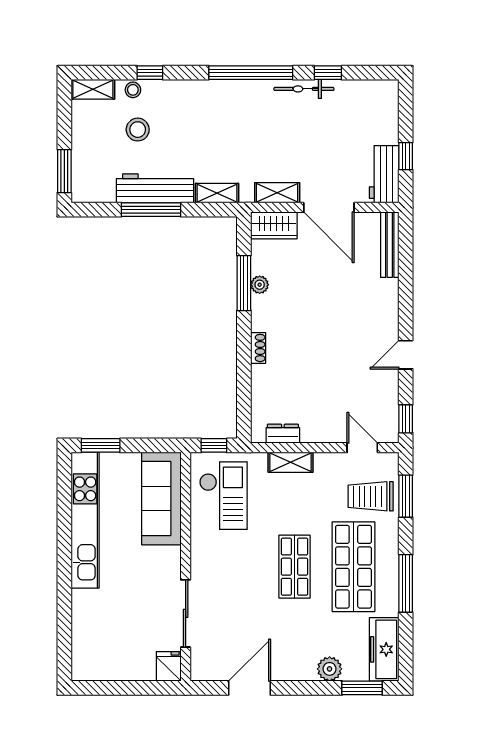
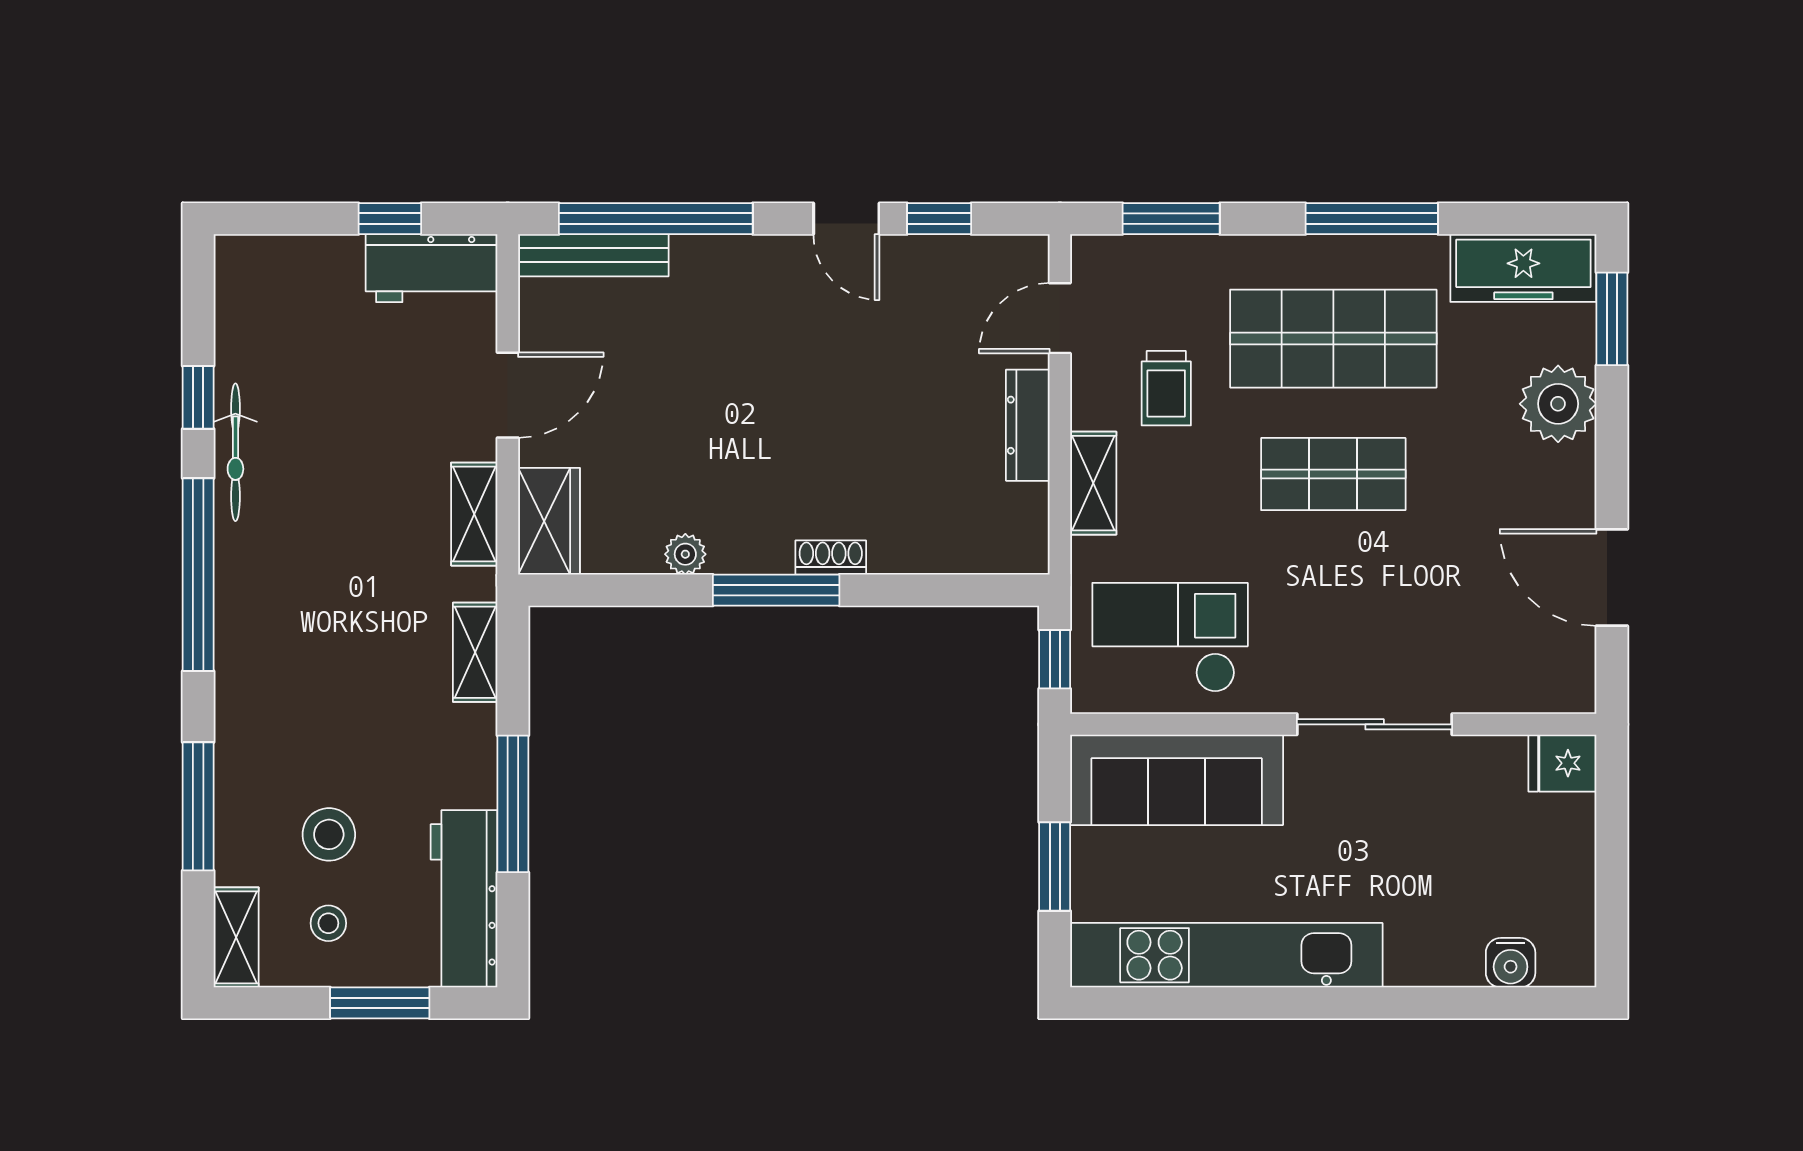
window: (150, 73) -> (198, 806), width x2.17
stool: (133, 90) -> (328, 923), moved
window: (64, 171) -> (380, 1003), moved
workbench: (155, 188) -> (464, 899), moved
door: (329, 207) -> (508, 395), width x0.73
window: (406, 272) -> (656, 219), added
window: (244, 283) -> (776, 590), moved
window: (406, 419) -> (939, 219), moved
dresser: (283, 434) -> (1028, 425), moved, width x1.44
window: (101, 445) -> (1055, 867), moved
trolley: (371, 496) -> (1166, 388), moved, width x0.73, depth x0.72
sliding door: (186, 613) -> (1375, 724), moved
water cooler: (82, 644) -> (1511, 963), added
plant: (330, 669) -> (1558, 404), width x1.36, depth x1.36

